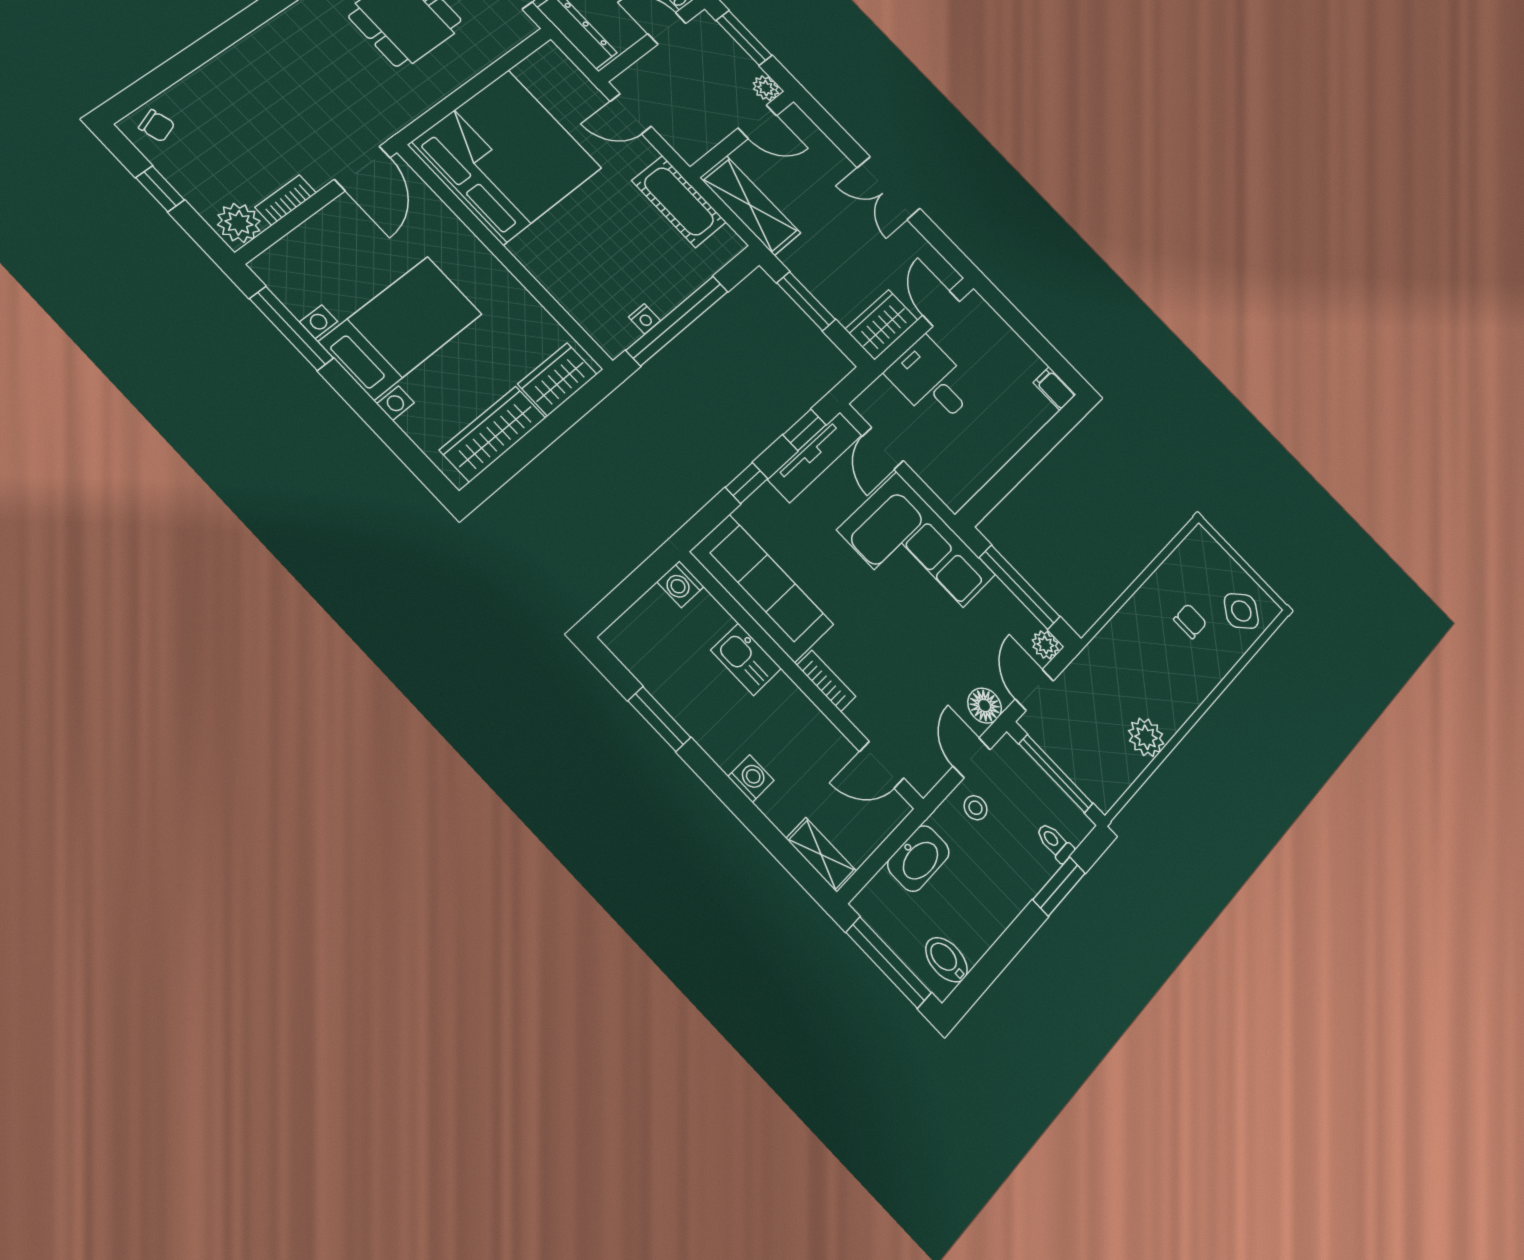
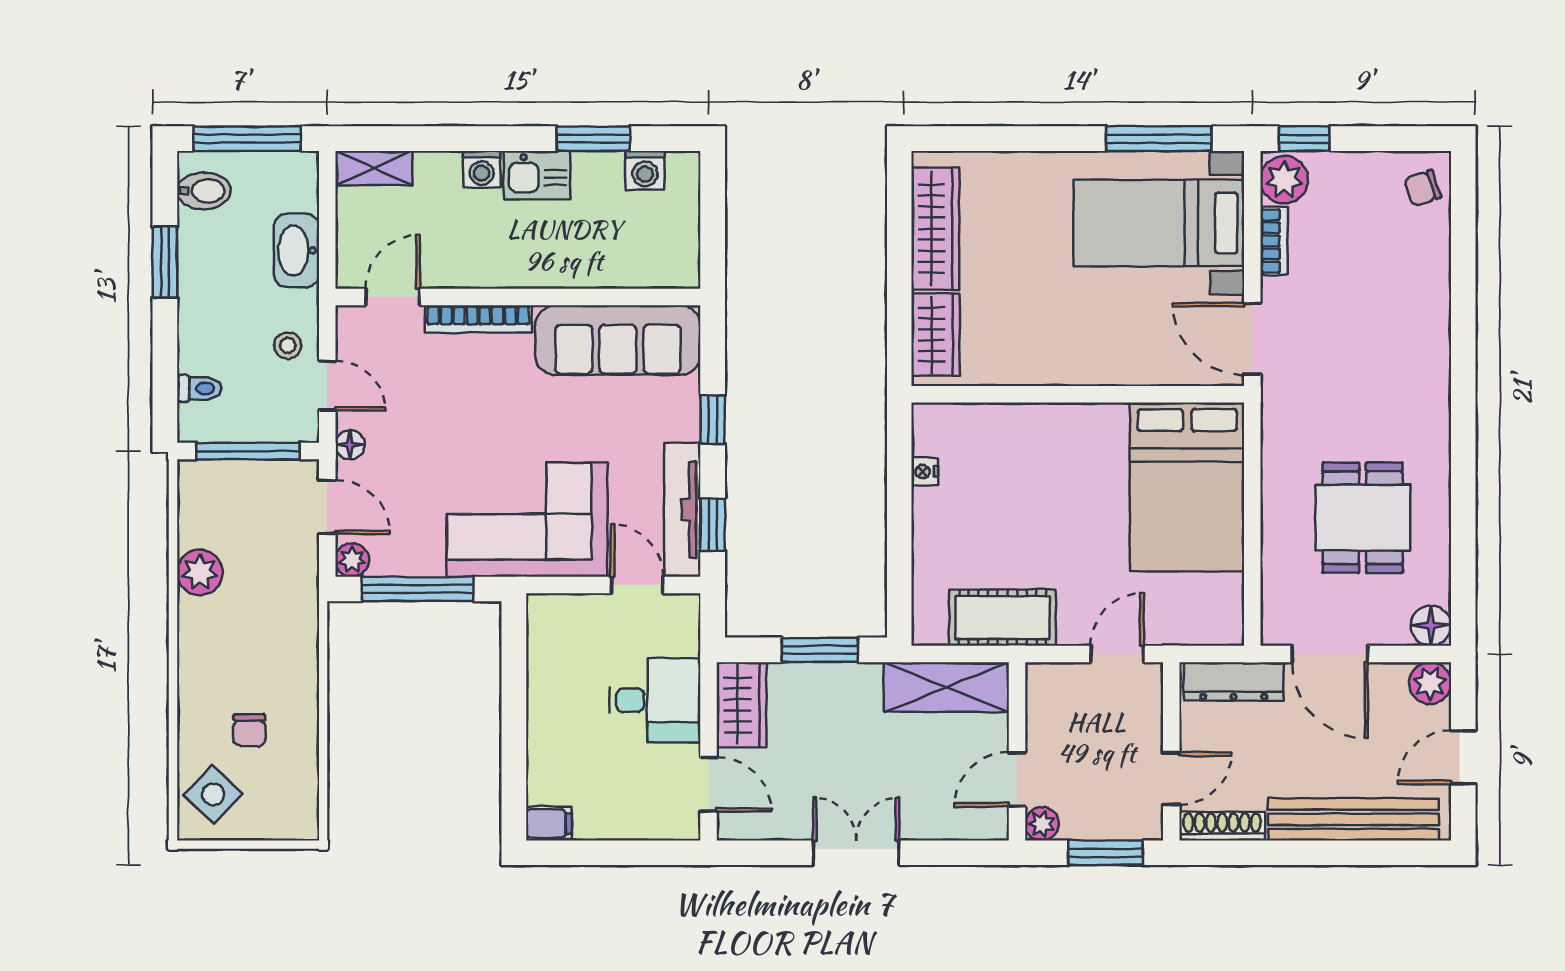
bed: (505, 156) -> (1187, 487), width x0.73
window: (160, 189) -> (1304, 139), moved
window: (677, 321) -> (899, 502), removed
bed with nightstands: (401, 328) -> (1159, 223), moved, turned 90
washing machine: (680, 584) -> (645, 170), moved, turned 180
kitchen sink: (746, 659) -> (537, 175), moved, turned 180
bookcase: (826, 681) -> (478, 319), width x1.56
floor lamp: (985, 706) -> (350, 445), width x0.73, depth x0.73
window: (1059, 886) -> (165, 262), moved

